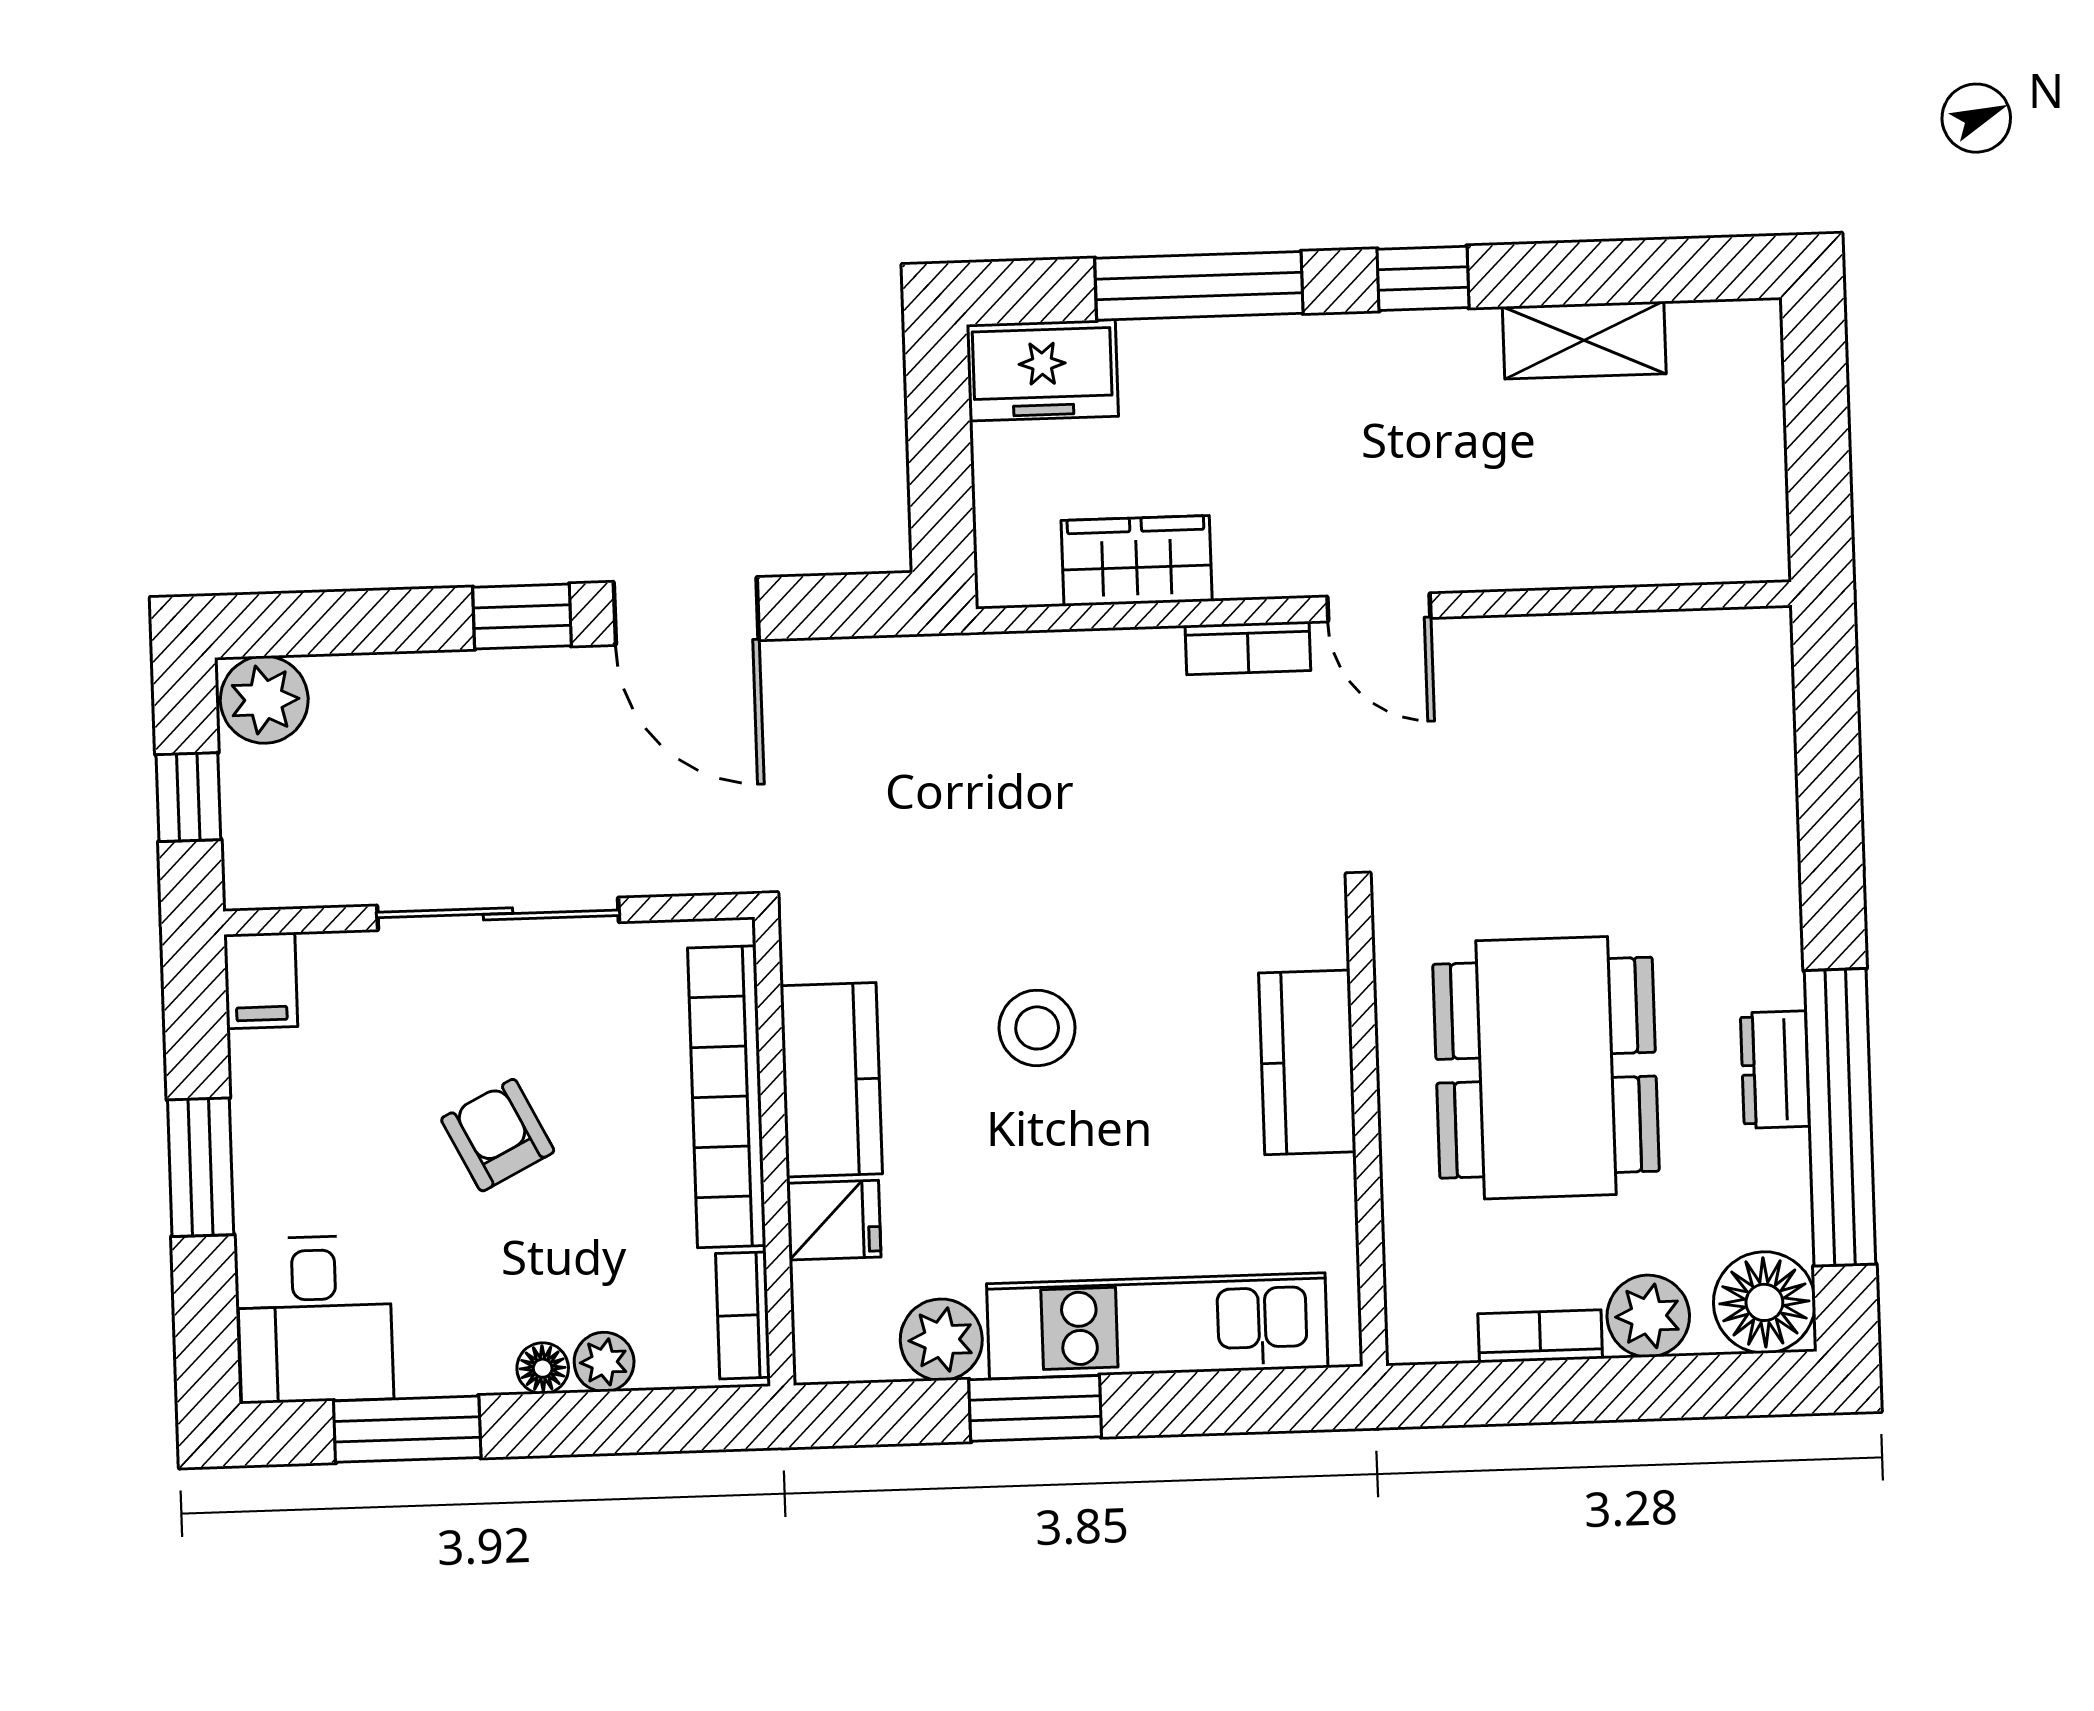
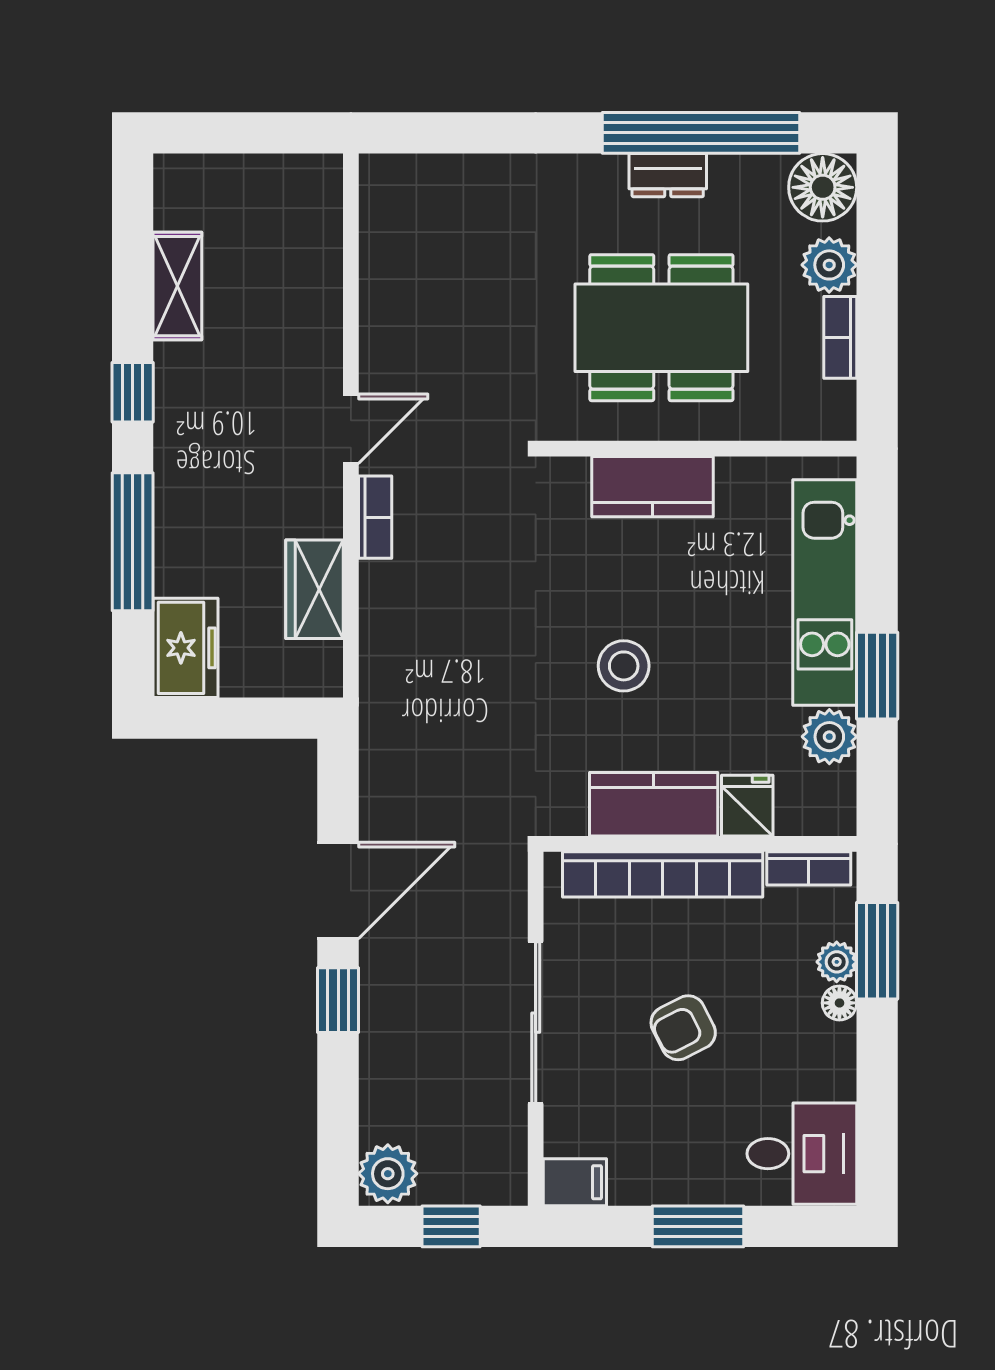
window: (407, 1429) -> (877, 951), moved

